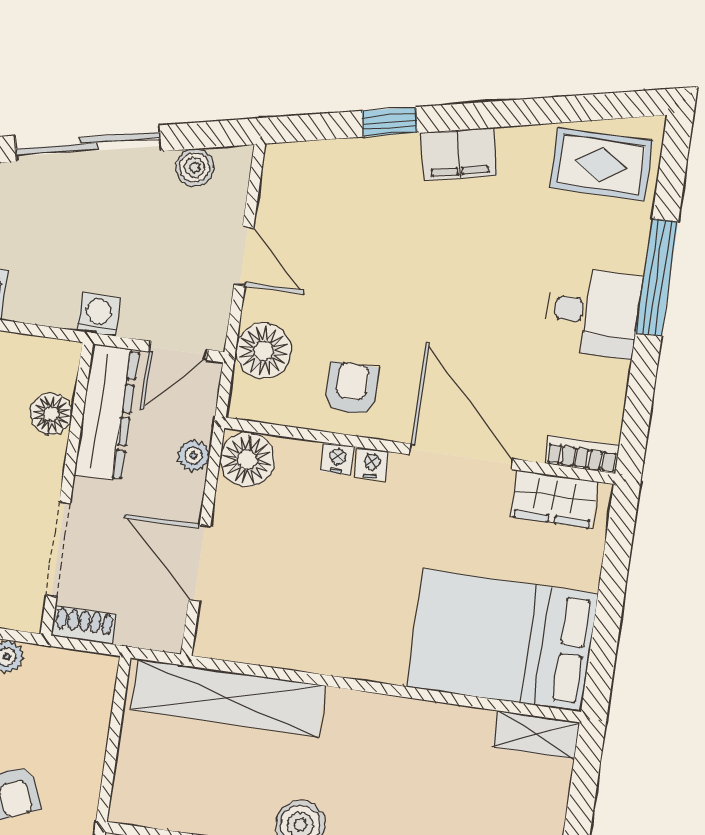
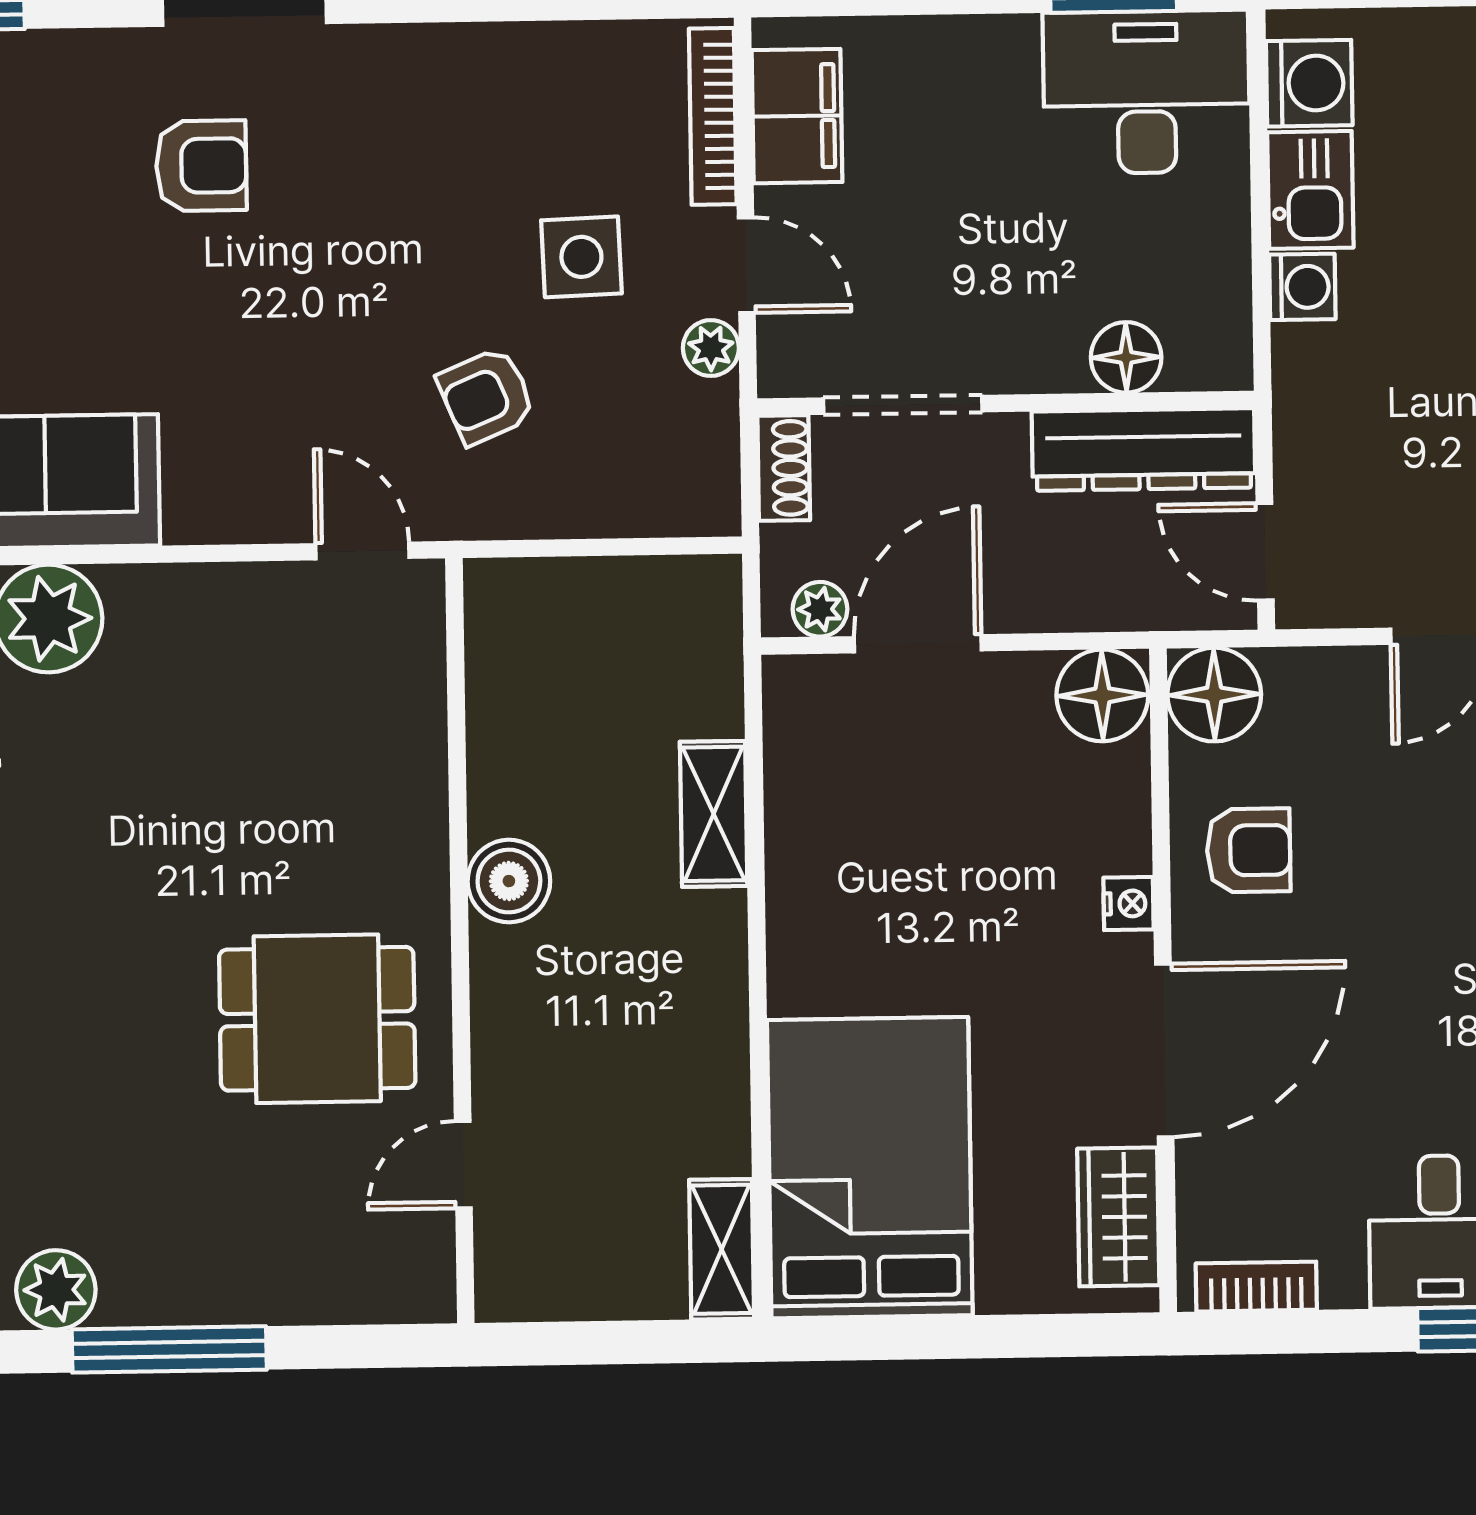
washing machine: (98, 314) -> (1302, 287), moved
floor lamp: (263, 351) -> (1214, 695), moved
bookcase: (582, 454) -> (1256, 1287), moved, turned -90
plant: (193, 456) -> (820, 609), moved
nightstand: (338, 459) -> (1128, 845), removed
shelving: (228, 698) -> (714, 814), width x0.45, depth x0.75

